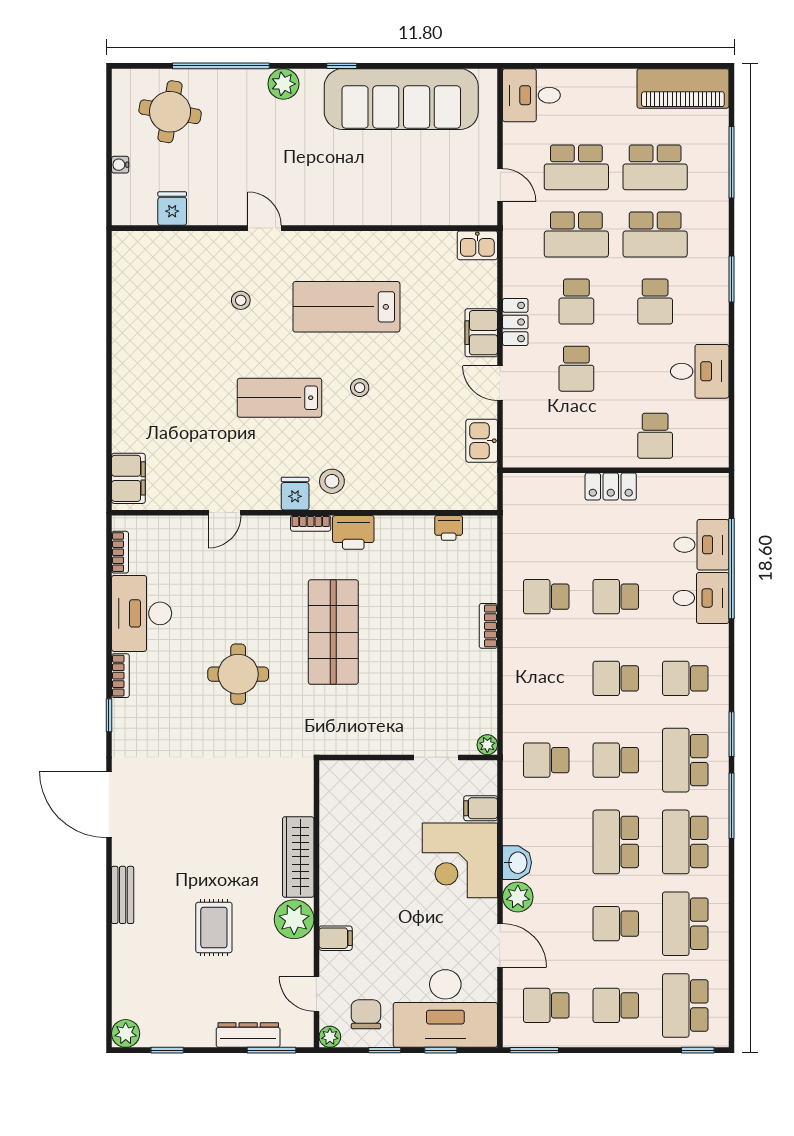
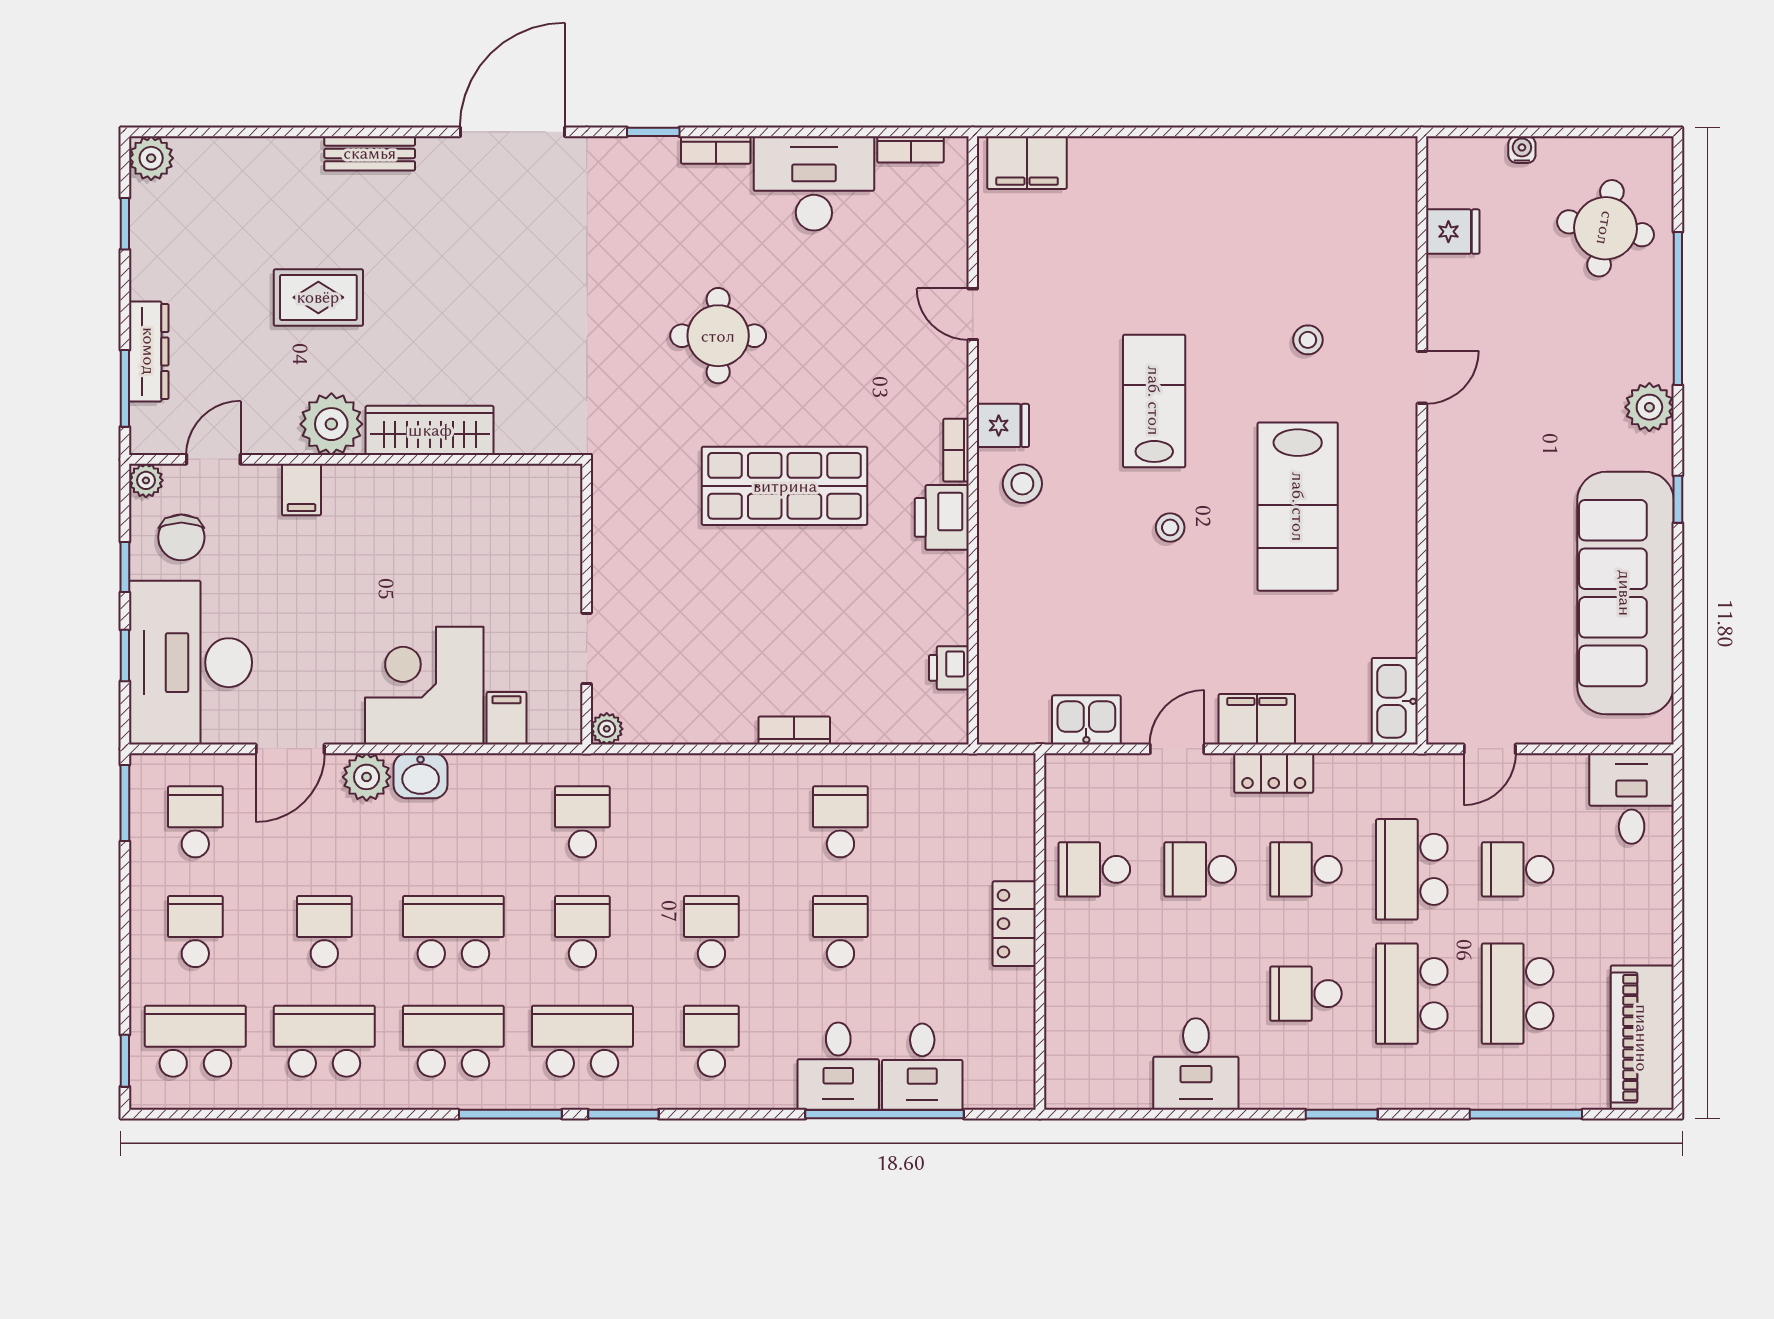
school desk: (576, 167) -> (1518, 869), width x0.54
kitchen sink: (477, 245) -> (1395, 701), width x1.38
lab bench: (346, 307) -> (1298, 507), turned 180
school desk: (655, 436) -> (1094, 869), moved
chair: (366, 1014) -> (181, 537), turned 90

